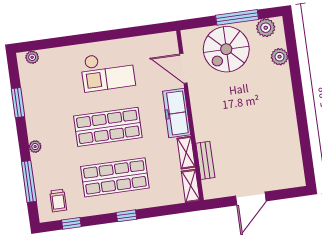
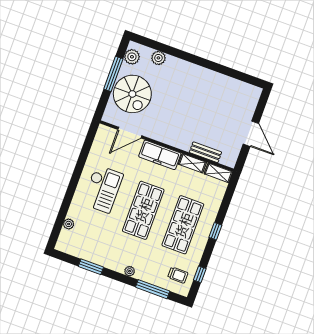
plant: (32, 57) -> (69, 224), moved

